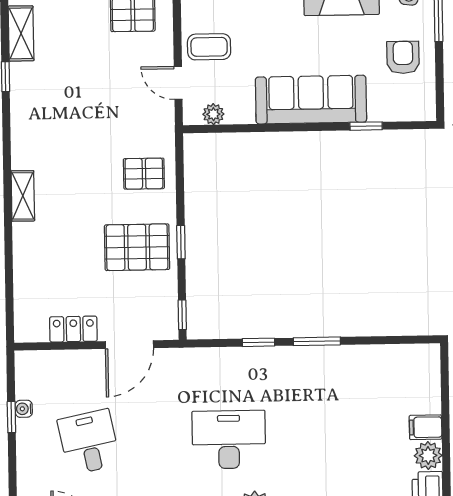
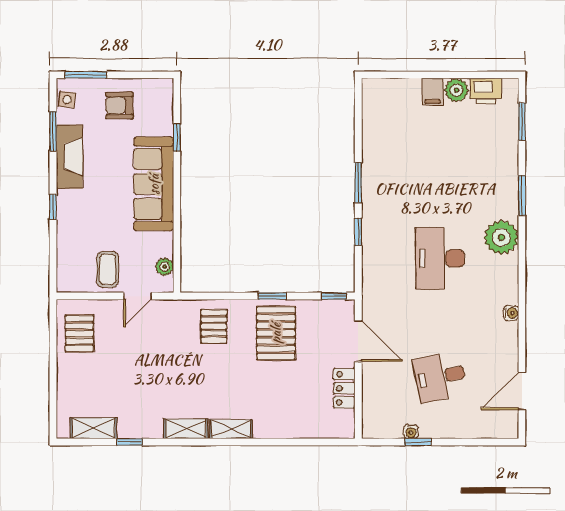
shelving: (22, 143) -> (186, 429), added

